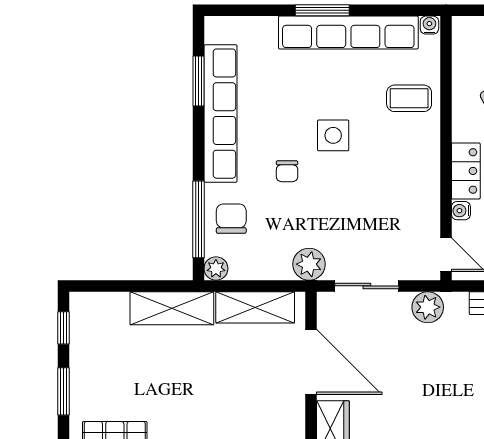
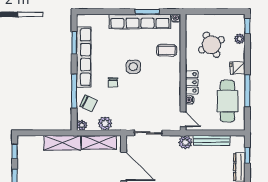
window: (322, 10) -> (147, 12), moved
window: (199, 219) -> (74, 91), moved
chair: (231, 219) -> (88, 103), turned 116
plant: (309, 264) -> (105, 123), moved
plant: (428, 307) -> (185, 142), moved

